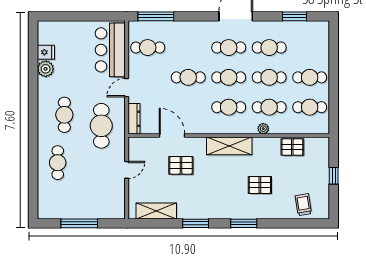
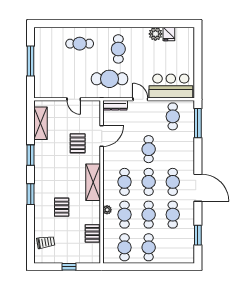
cafe table: (64, 115) -> (118, 49), turned 90

